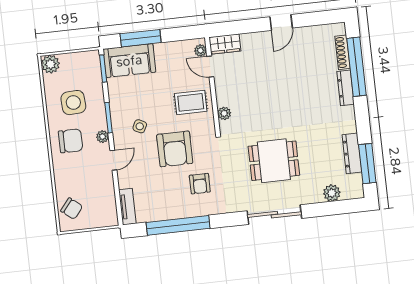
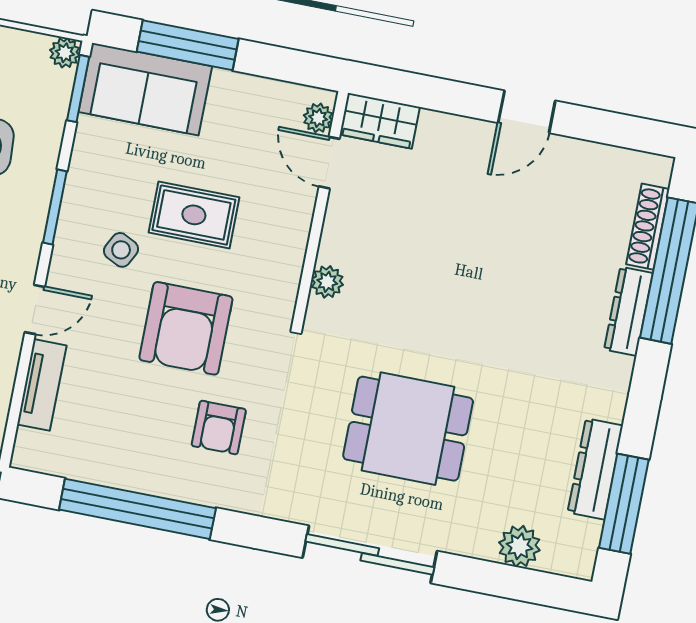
rug: (191, 102) -> (194, 215), moved
plant: (103, 137) -> (65, 53), moved
tv unit: (127, 207) -> (42, 385), moved

